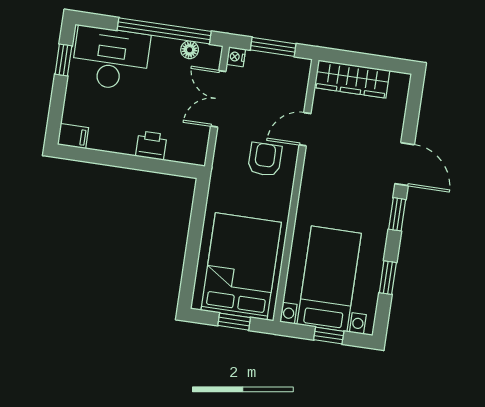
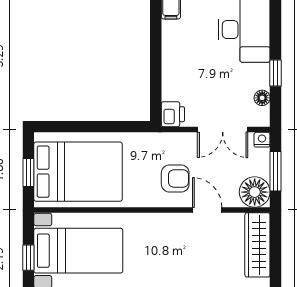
window: (164, 31) -> (276, 73), width x0.32
floor lamp: (293, 73) -> (255, 192), added
double door: (218, 99) -> (223, 130), swing flipped
printer: (151, 145) -> (173, 114), moved

